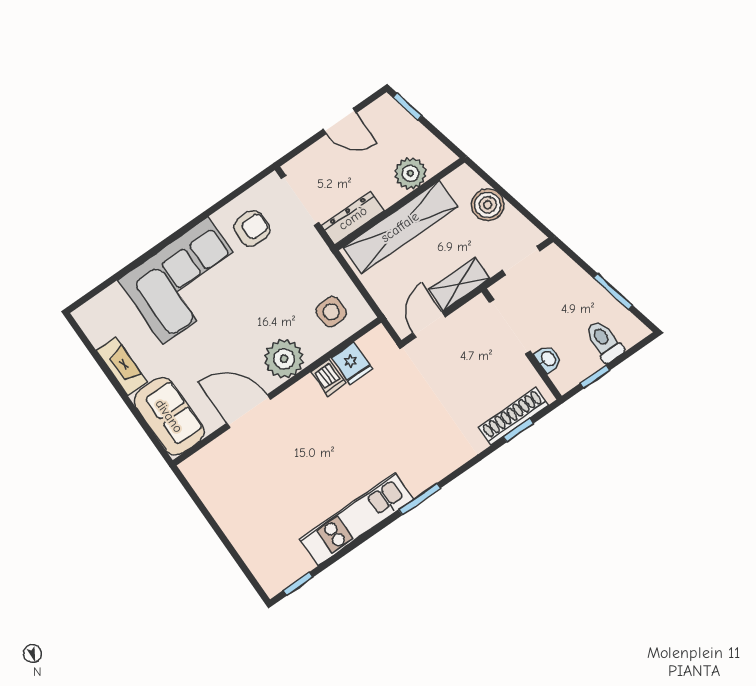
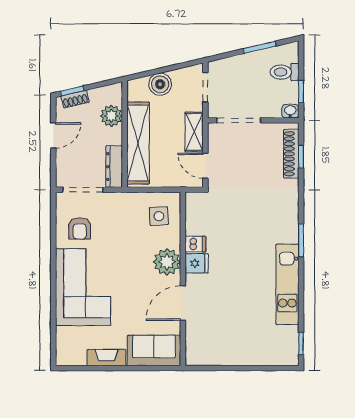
shoe rack: (400, 117) -> (75, 99), added
armchair: (252, 228) -> (80, 228), turned 180
washbasin: (548, 359) -> (290, 111), moved
fridge: (352, 363) -> (197, 263), moved

